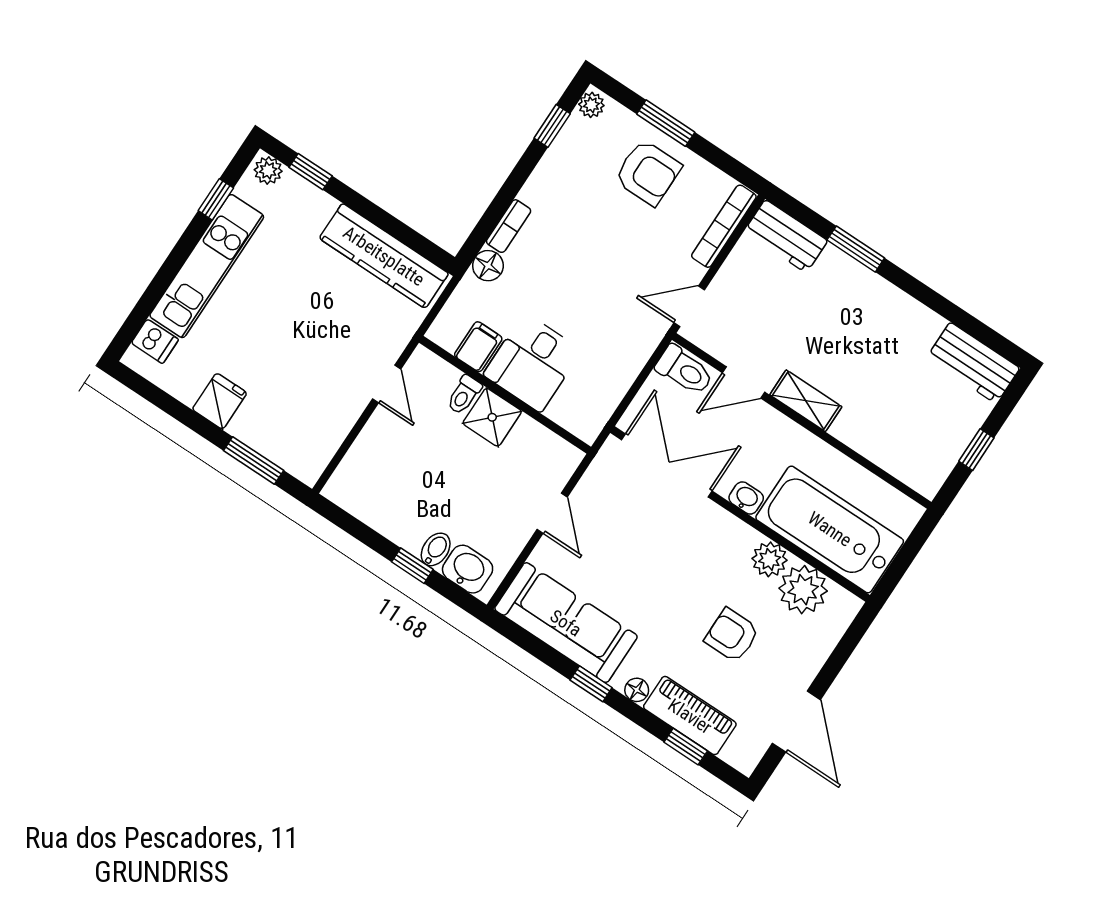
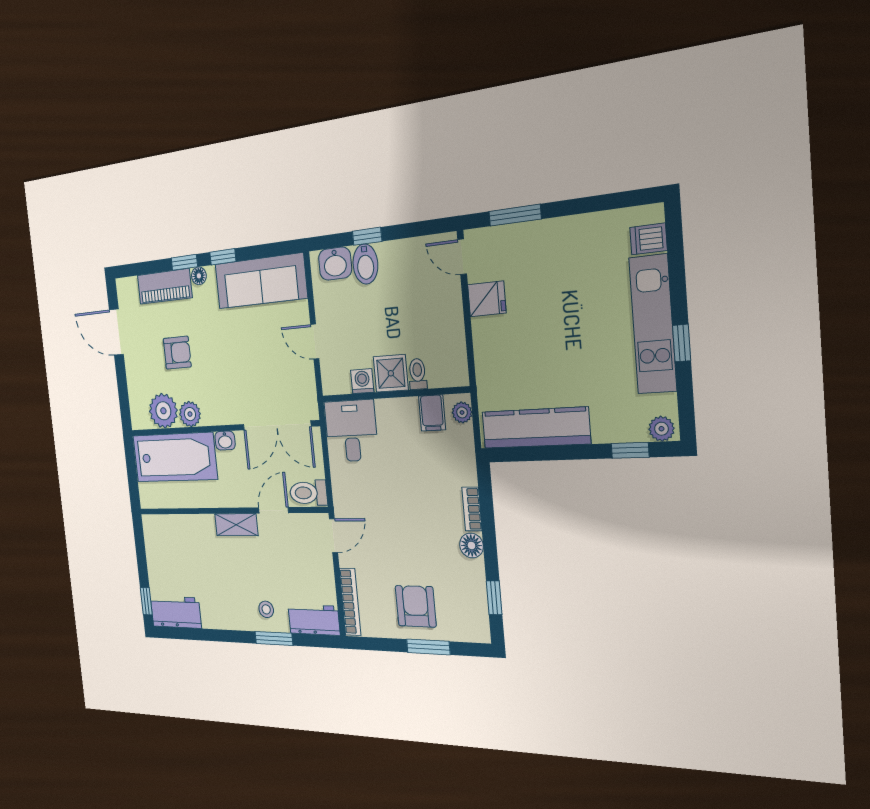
plant: (591, 105) -> (462, 412), moved
armchair: (648, 173) -> (416, 606), turned 90
window: (216, 199) -> (682, 343), moved
floor lamp: (488, 266) -> (471, 545), moved
stool: (840, 286) -> (266, 609), added
desk: (533, 362) -> (351, 431), moved
door: (387, 384) -> (462, 257), moved
fridge: (220, 401) -> (487, 299), moved, turned -90
washing machine: (530, 434) -> (362, 381), added
window: (976, 450) -> (146, 601), moved
bidet: (436, 549) -> (365, 264), width x1.38, depth x1.36
window: (686, 747) -> (184, 262), moved

